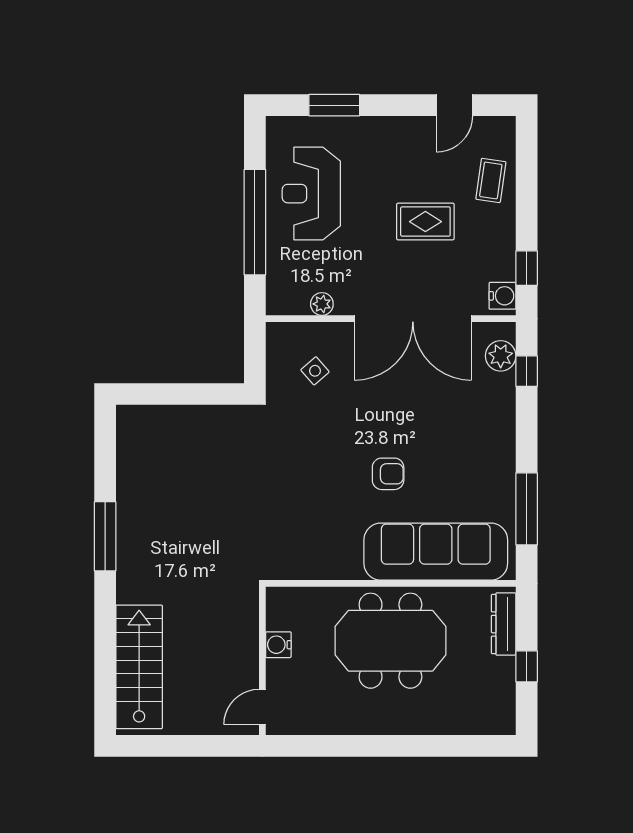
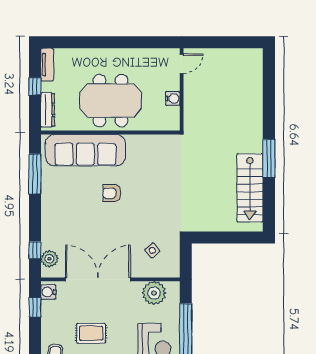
plant: (322, 304) -> (154, 293), width x1.88, depth x1.88
stairs: (139, 667) -> (250, 188), moved
tv unit: (505, 706) -> (47, 65), added

